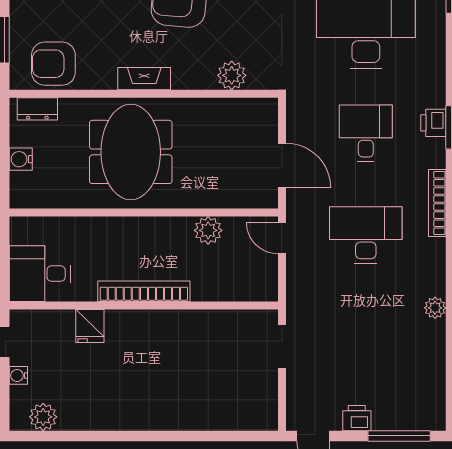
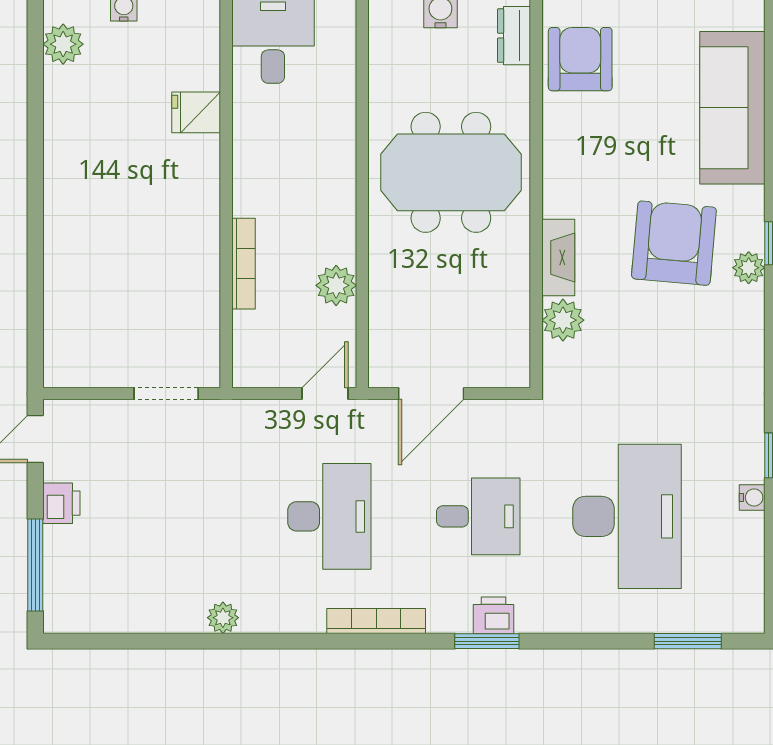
fireplace: (144, 79) -> (558, 257), moved
bookcase: (144, 291) -> (243, 264), moved, width x0.68, depth x0.76

